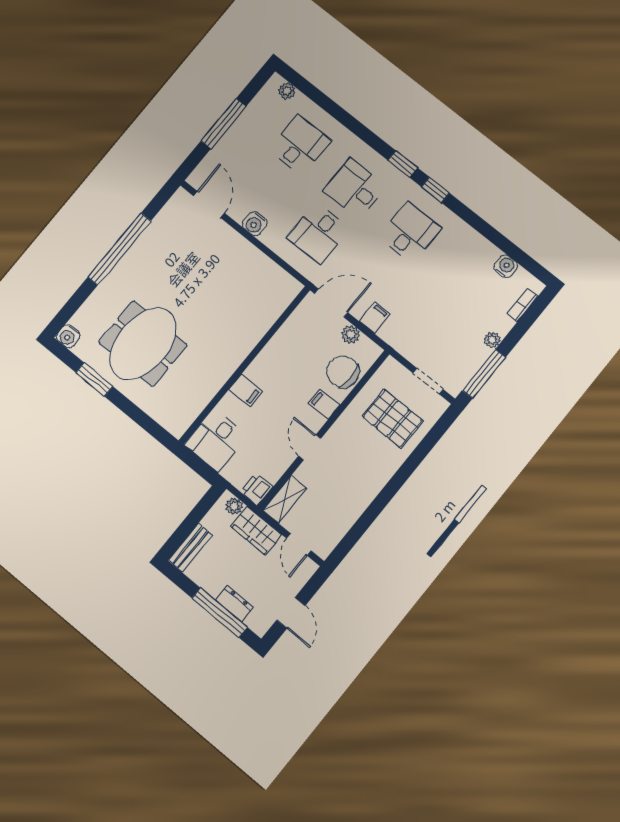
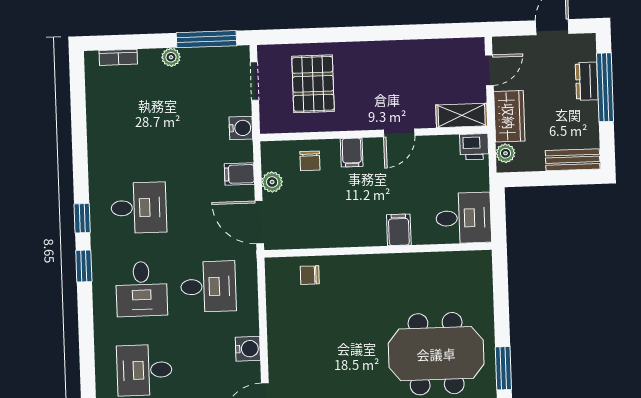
desk: (410, 232) -> (139, 208), turned 180
water cooler: (506, 266) -> (241, 128), moved, turned 180
chair: (267, 306) -> (310, 275), added
chair: (343, 372) -> (310, 161), width x0.54, depth x0.54

